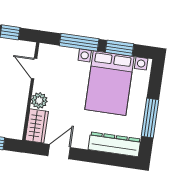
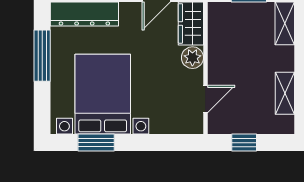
window: (79, 42) -> (151, 143), removed
door: (34, 69) -> (205, 99), hinge flipped

